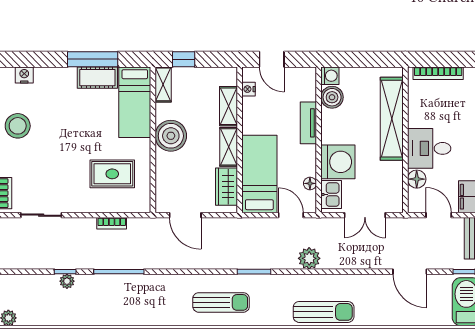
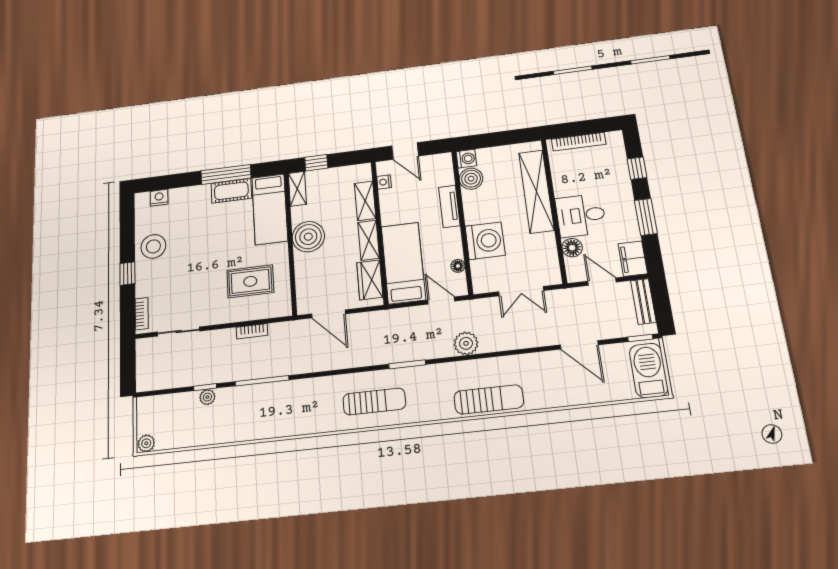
kitchen sink: (331, 194) -> (482, 274), removed

